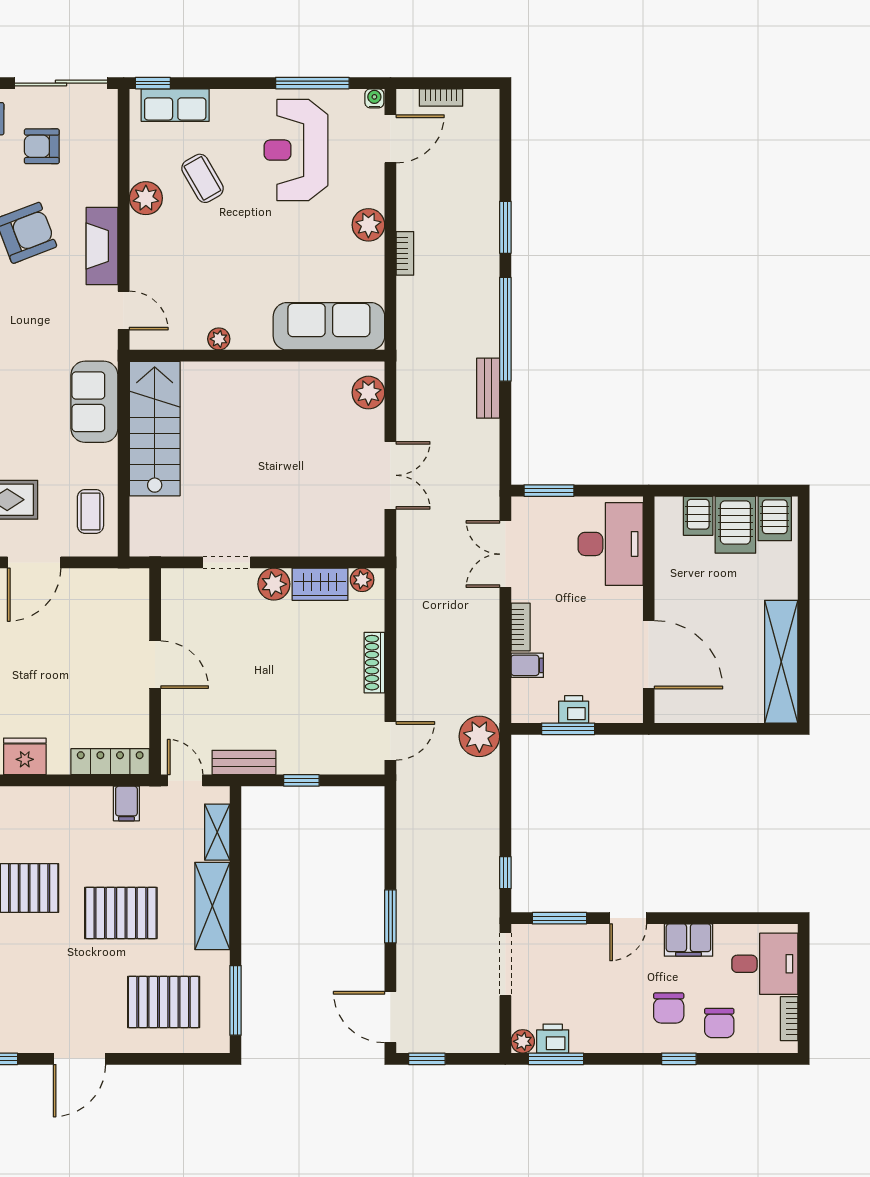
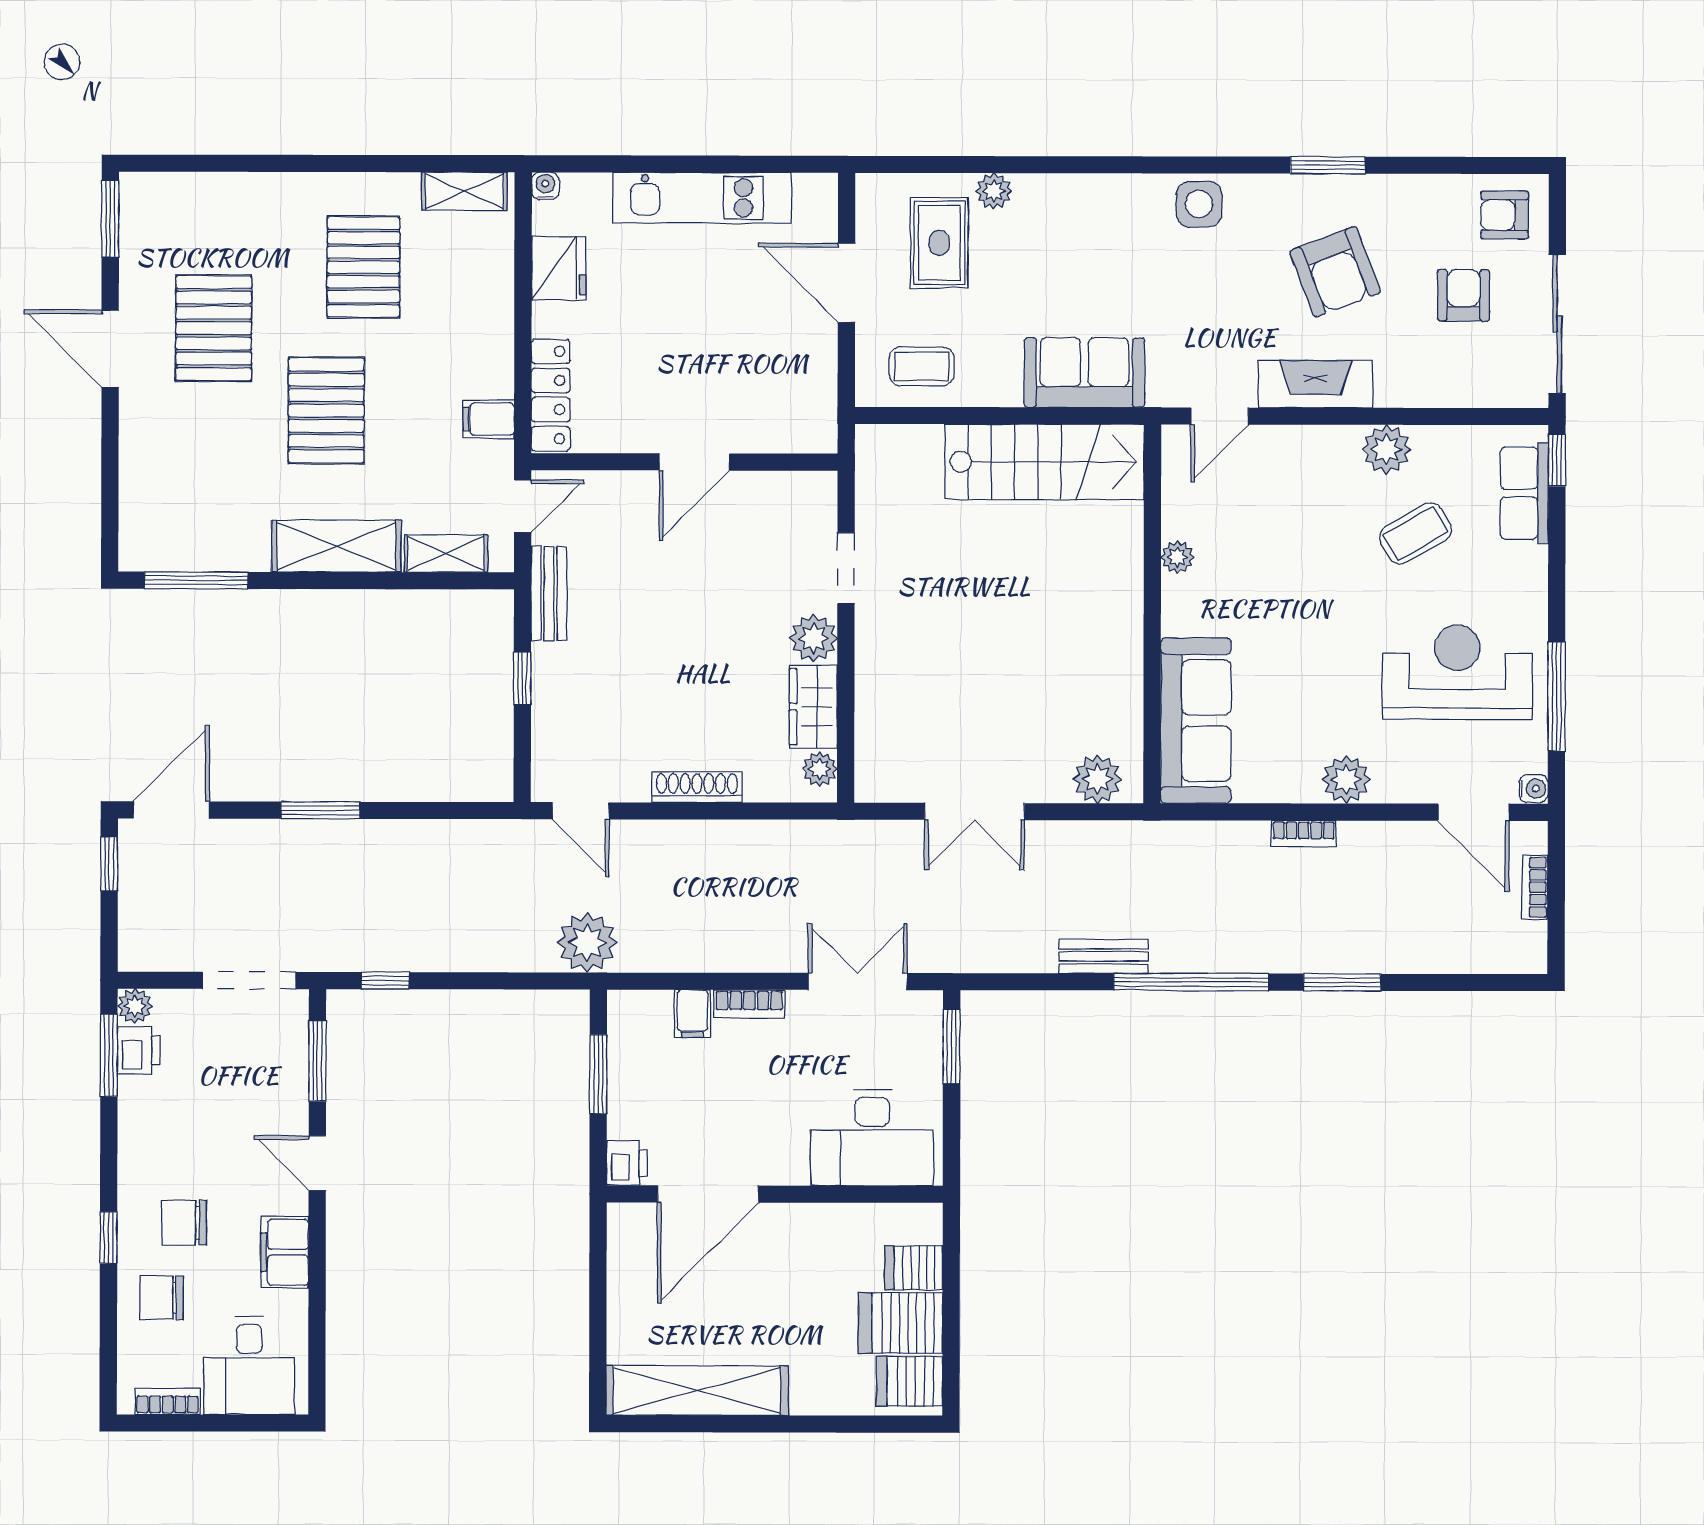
printer: (574, 709) -> (627, 1163), moved
pallet: (164, 1002) -> (214, 328), moved

